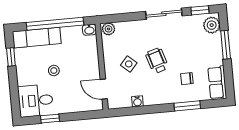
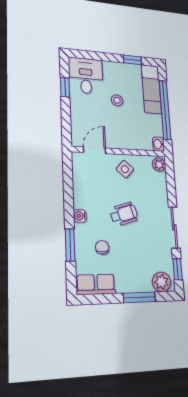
side table: (129, 64) -> (125, 169), moved
water cooler: (137, 101) -> (80, 216), moved

